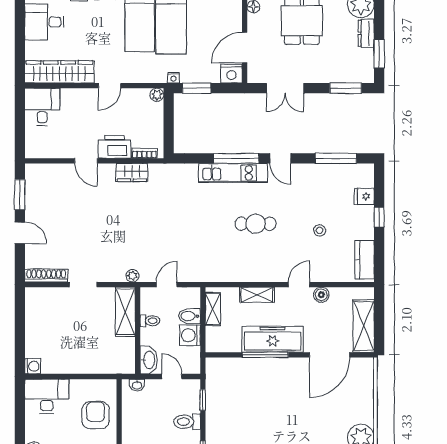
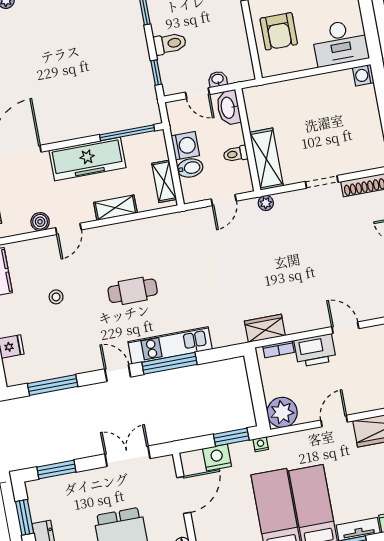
nightstand: (231, 74) -> (217, 457), moved
plant: (157, 95) -> (282, 412), width x1.87, depth x1.87
wardrobe: (132, 173) -> (265, 328), moved
window: (265, 355) -> (127, 133), moved
washbasin: (137, 385) -> (218, 79), moved

